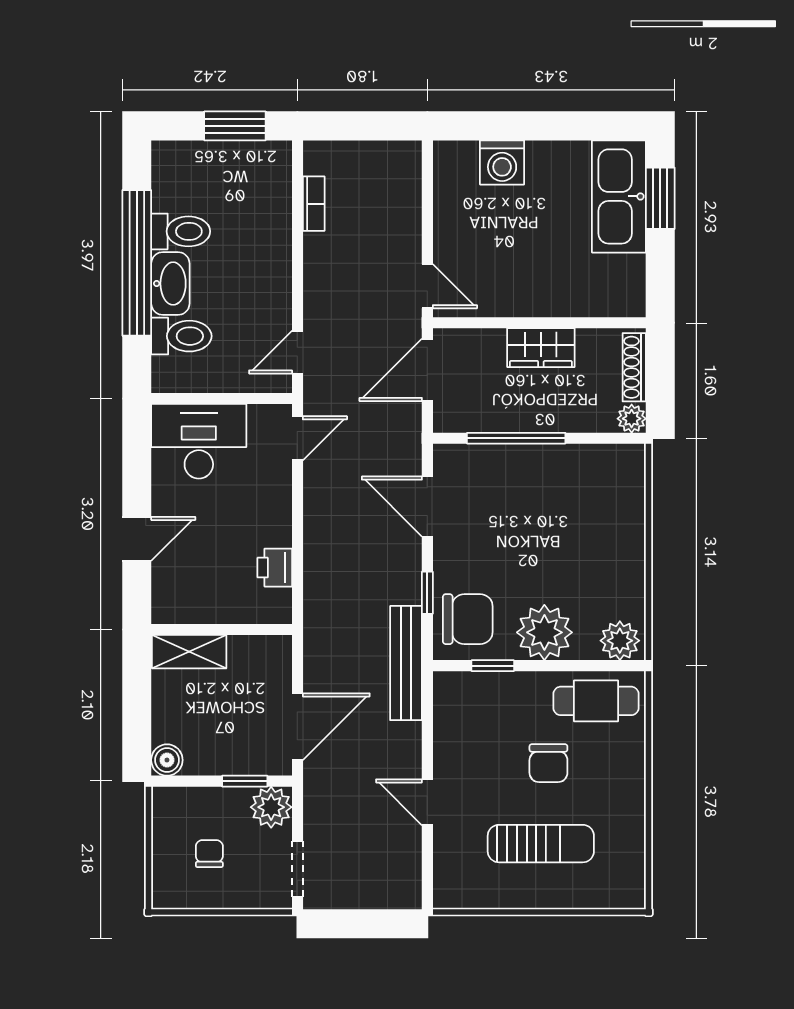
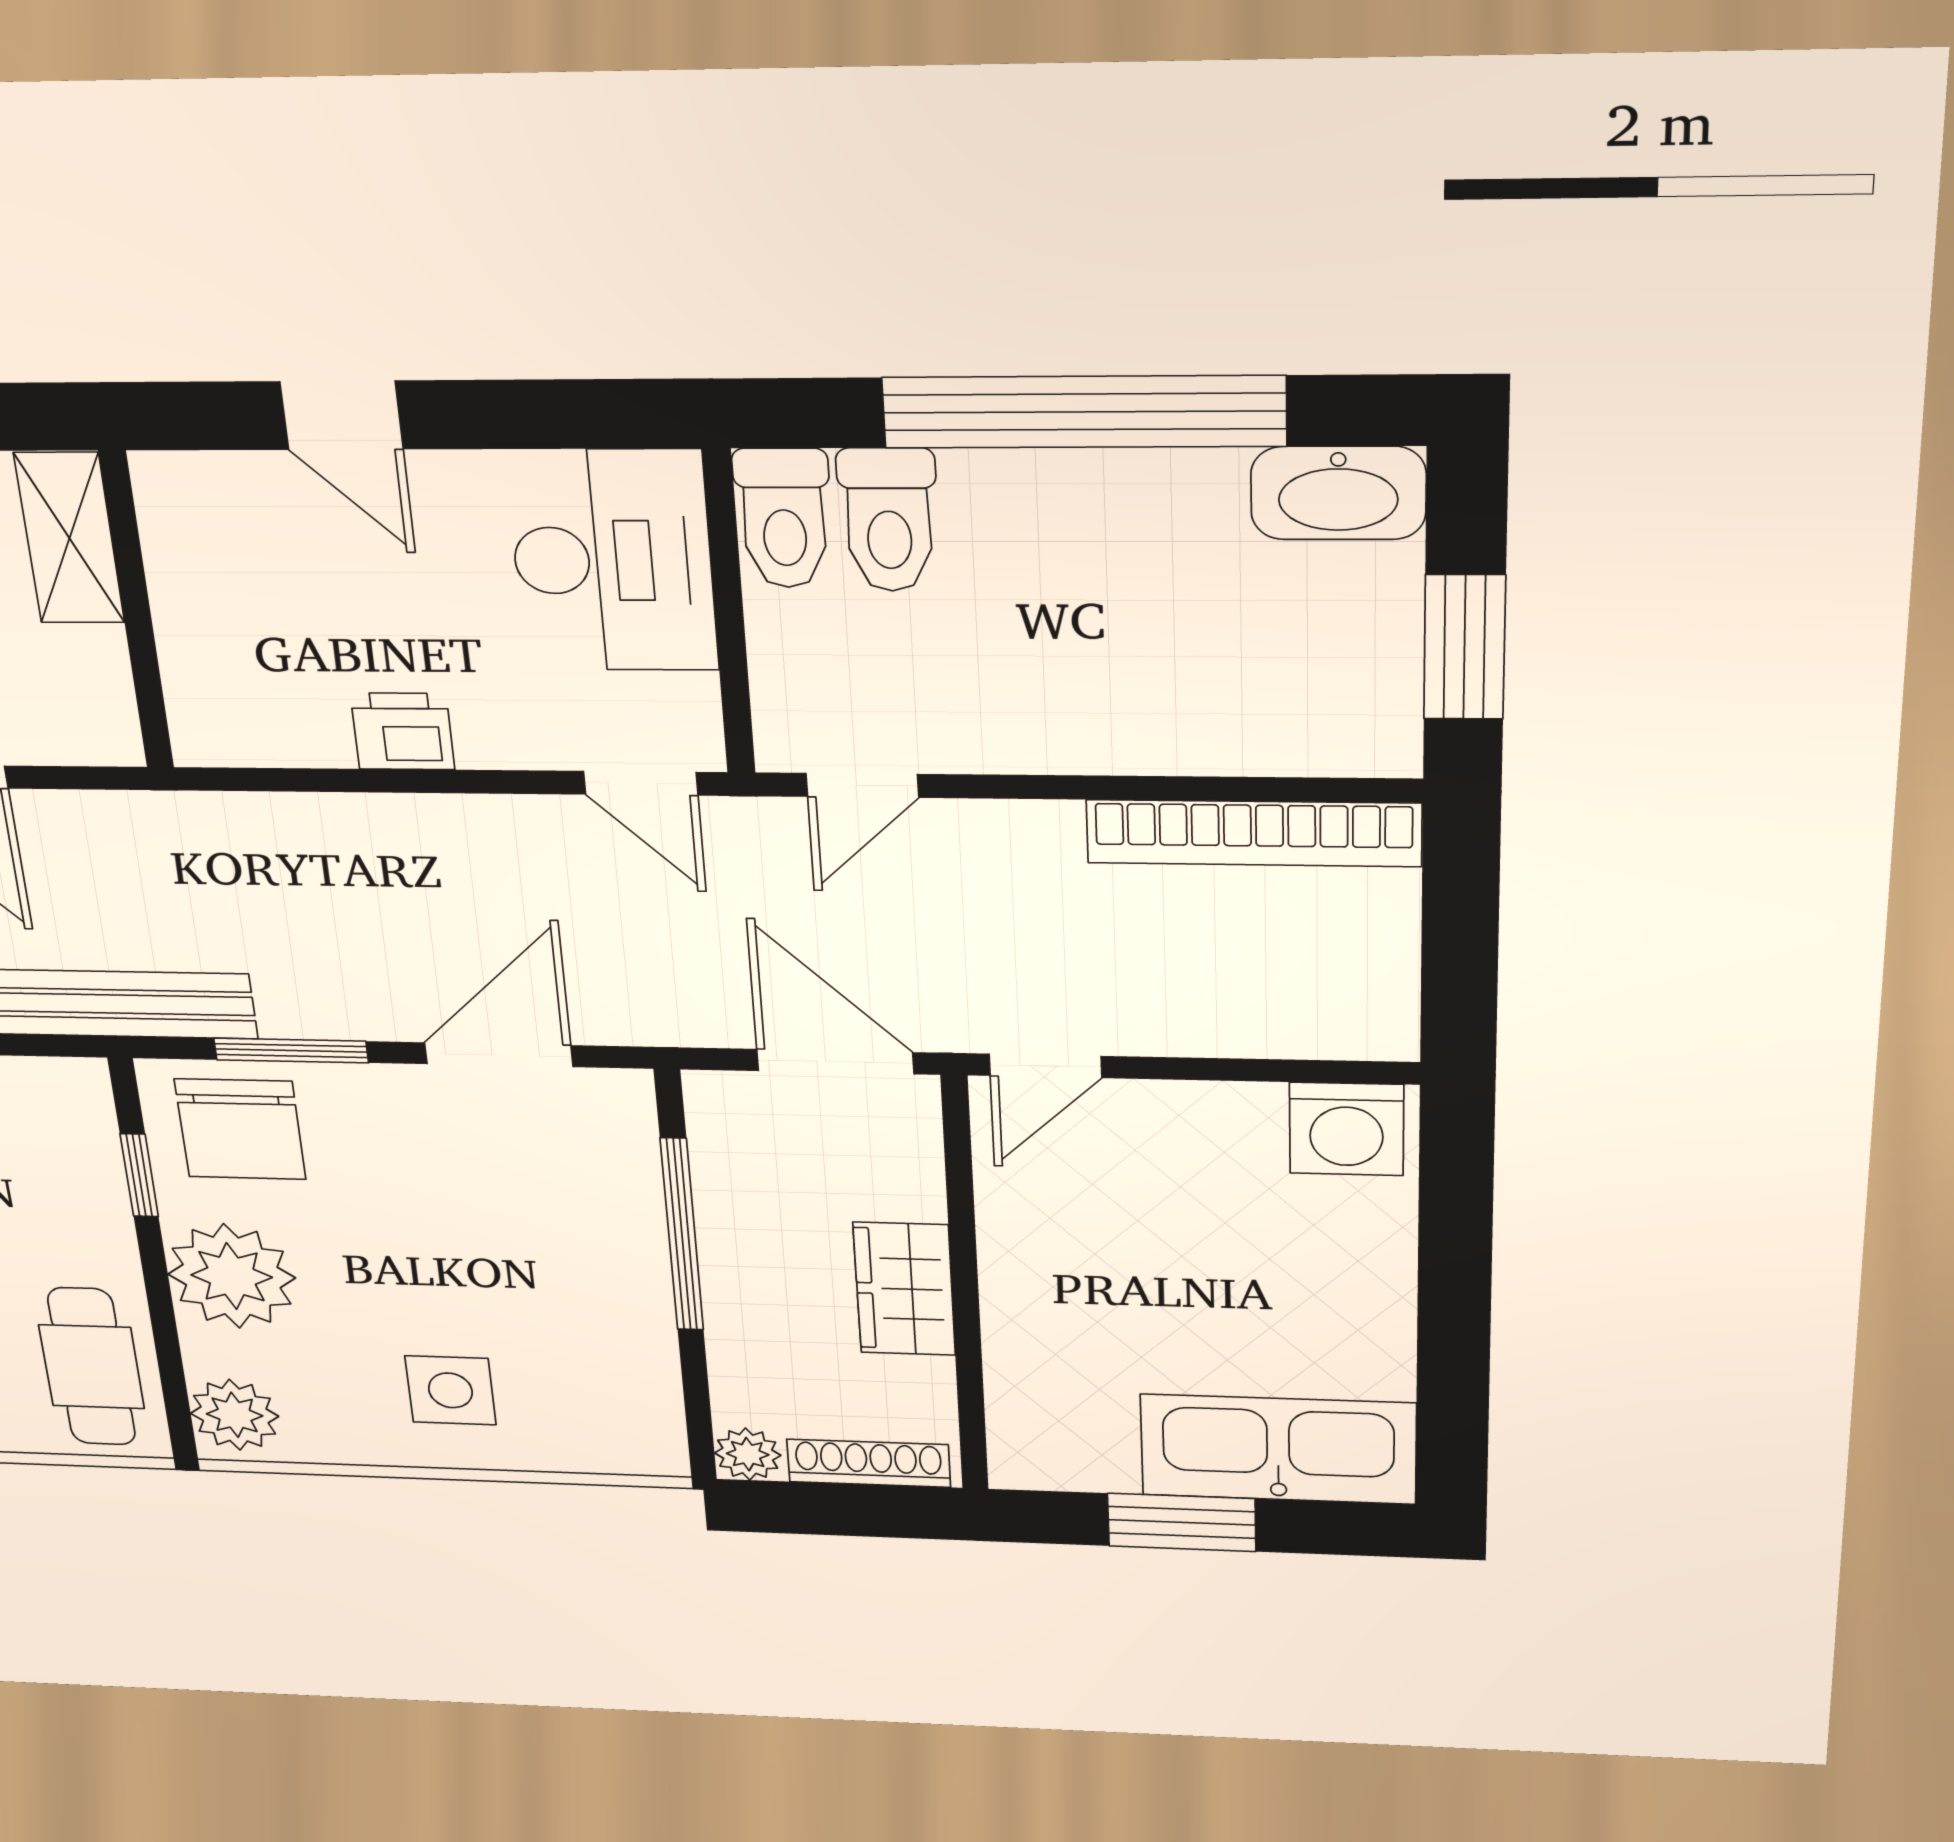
washing machine: (502, 162) -> (1346, 1129), moved, turned -90
window: (660, 198) -> (1182, 1522), moved
bookcase: (314, 204) -> (1253, 833), width x2.31, depth x1.31
toilet: (181, 231) -> (784, 518), moved
washbasin: (170, 284) -> (1338, 493), moved
door: (297, 352) -> (862, 785), swing flipped
side table: (602, 544) -> (450, 1390), added
printer: (275, 568) -> (403, 731), moved
window: (427, 593) -> (291, 1051), width x1.50

